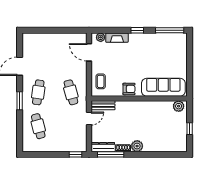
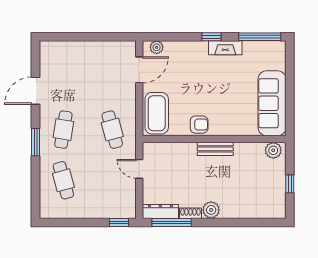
fireplace: (117, 38) -> (225, 48), moved
door: (89, 52) -> (139, 70), swing flipped
coffee table: (101, 81) -> (157, 113), width x1.86, depth x1.72
sofa: (163, 87) -> (272, 103), moved, turned -90
bench: (103, 105) -> (215, 149), moved
door: (89, 119) -> (139, 169), swing flipped

